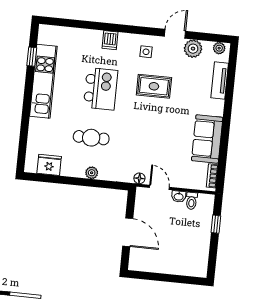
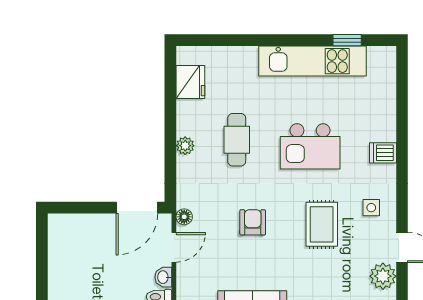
armchair: (148, 133) -> (253, 222), added
door: (128, 232) -> (137, 208), moved

